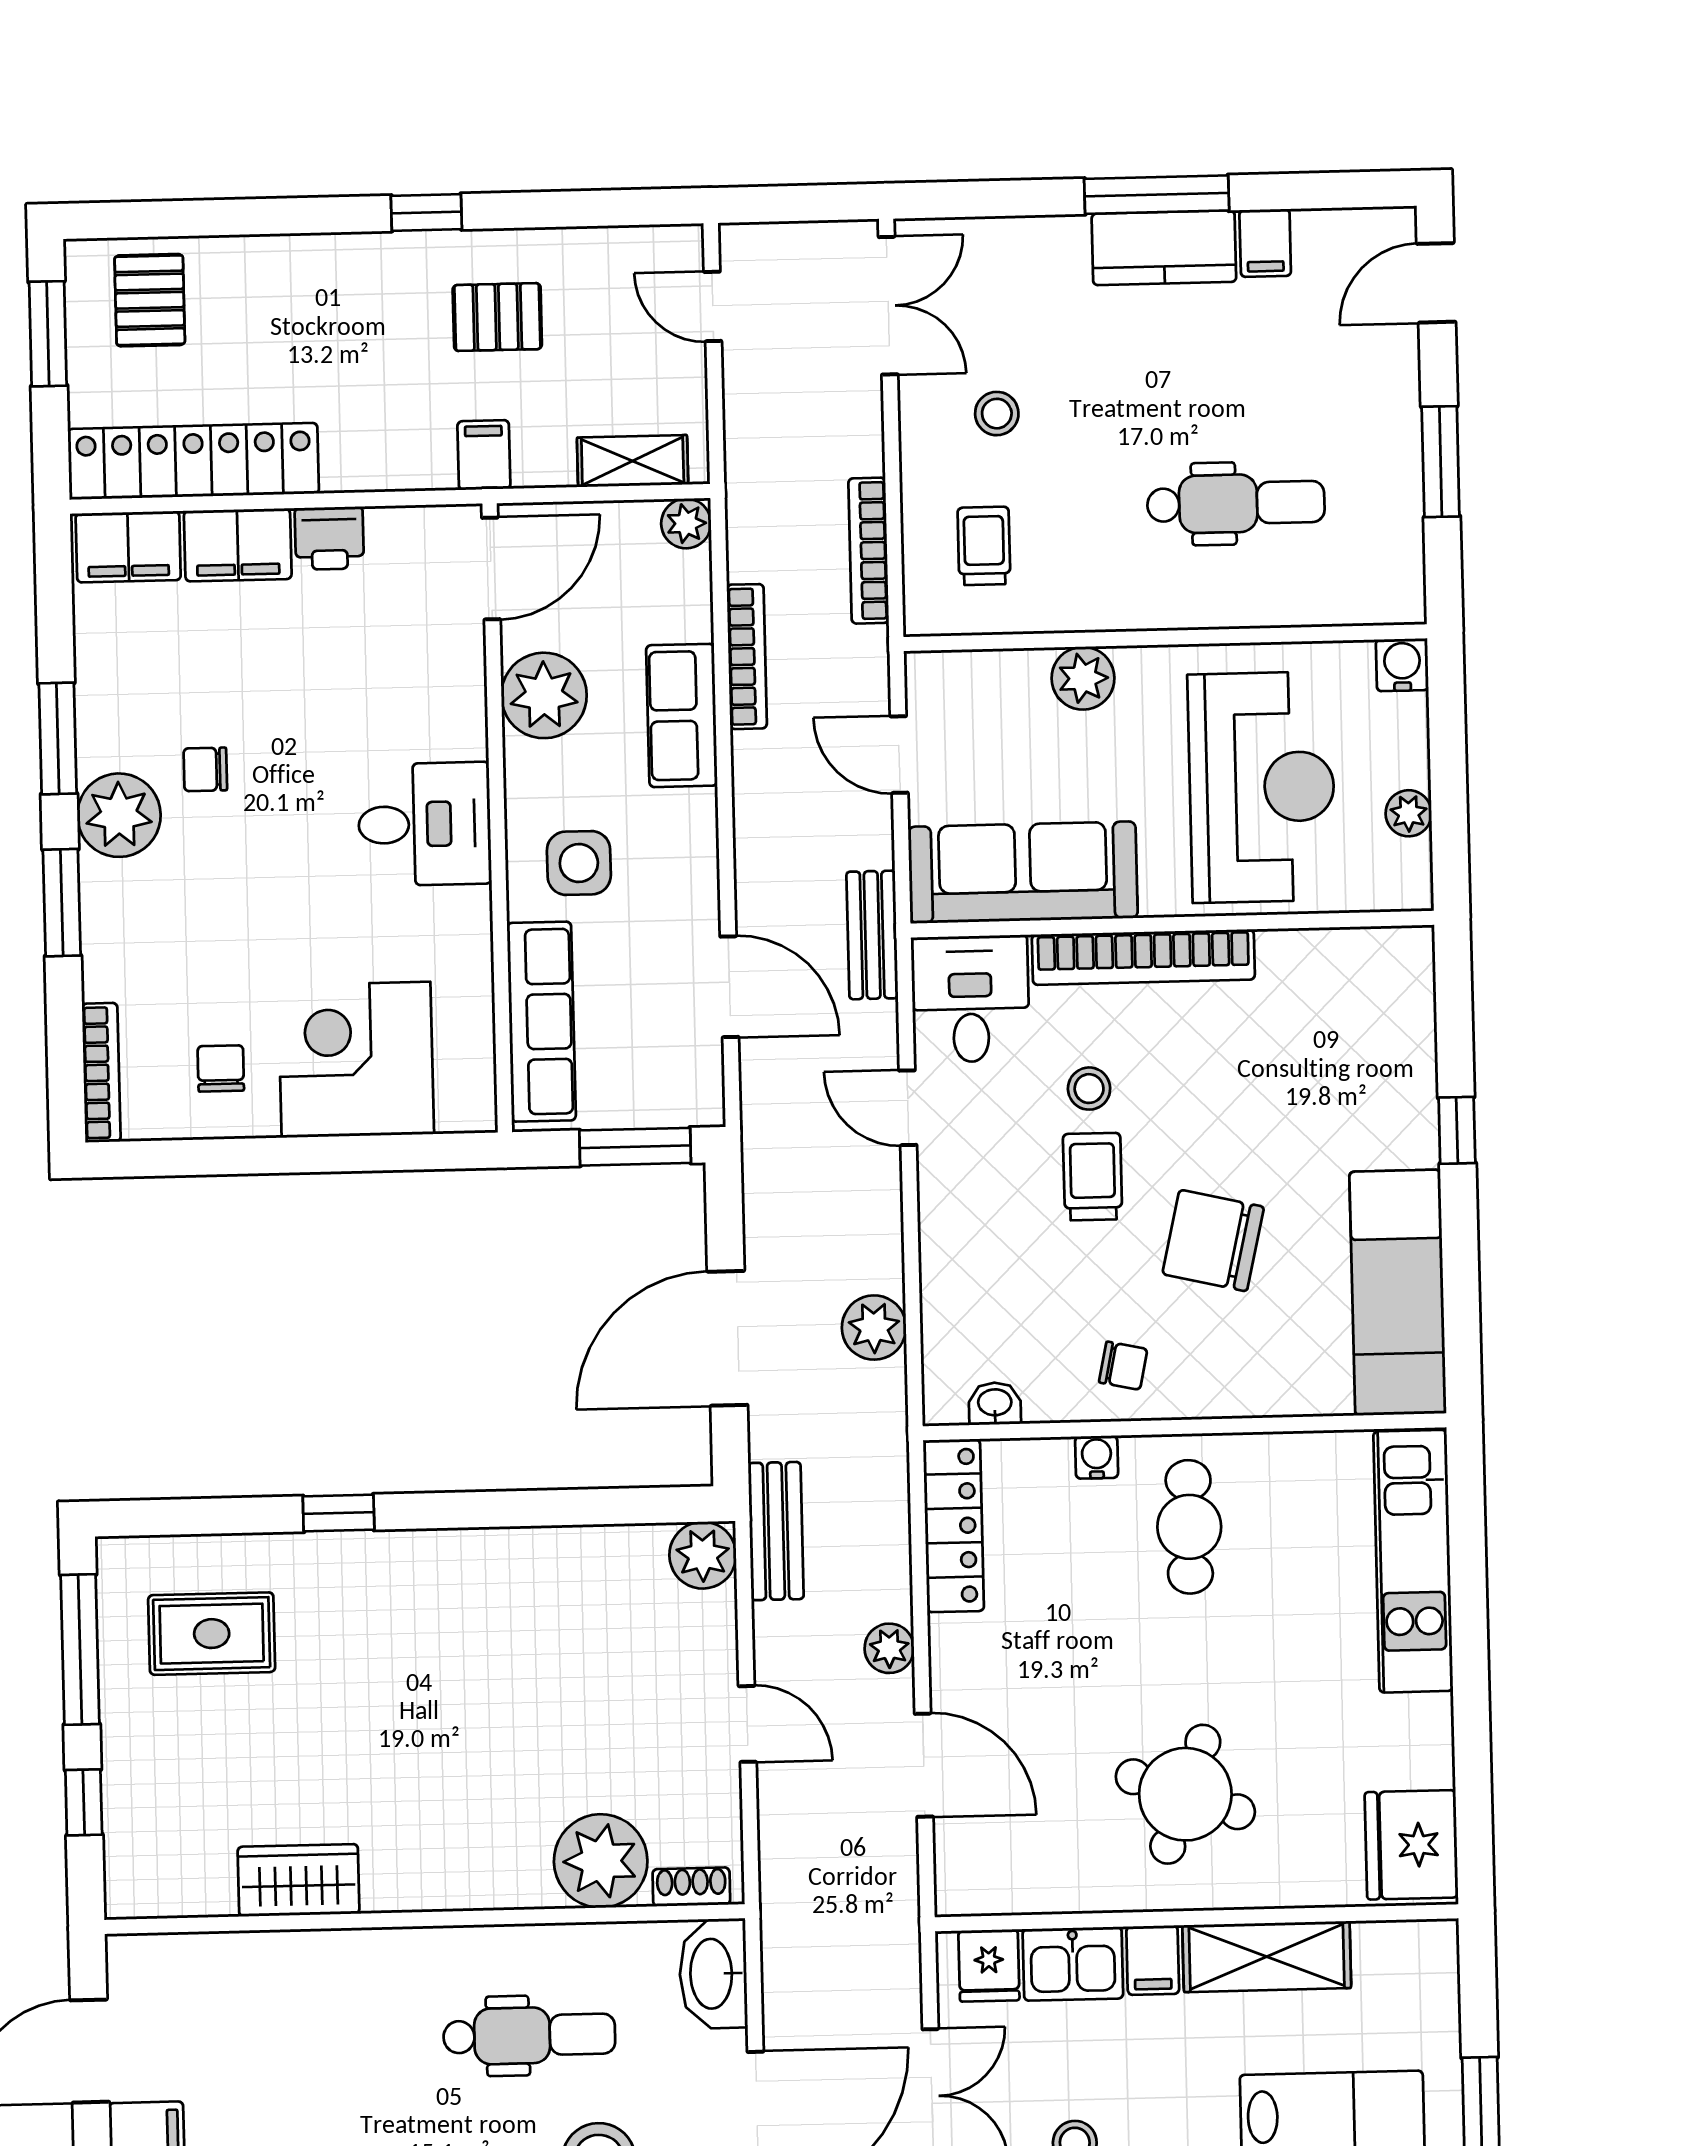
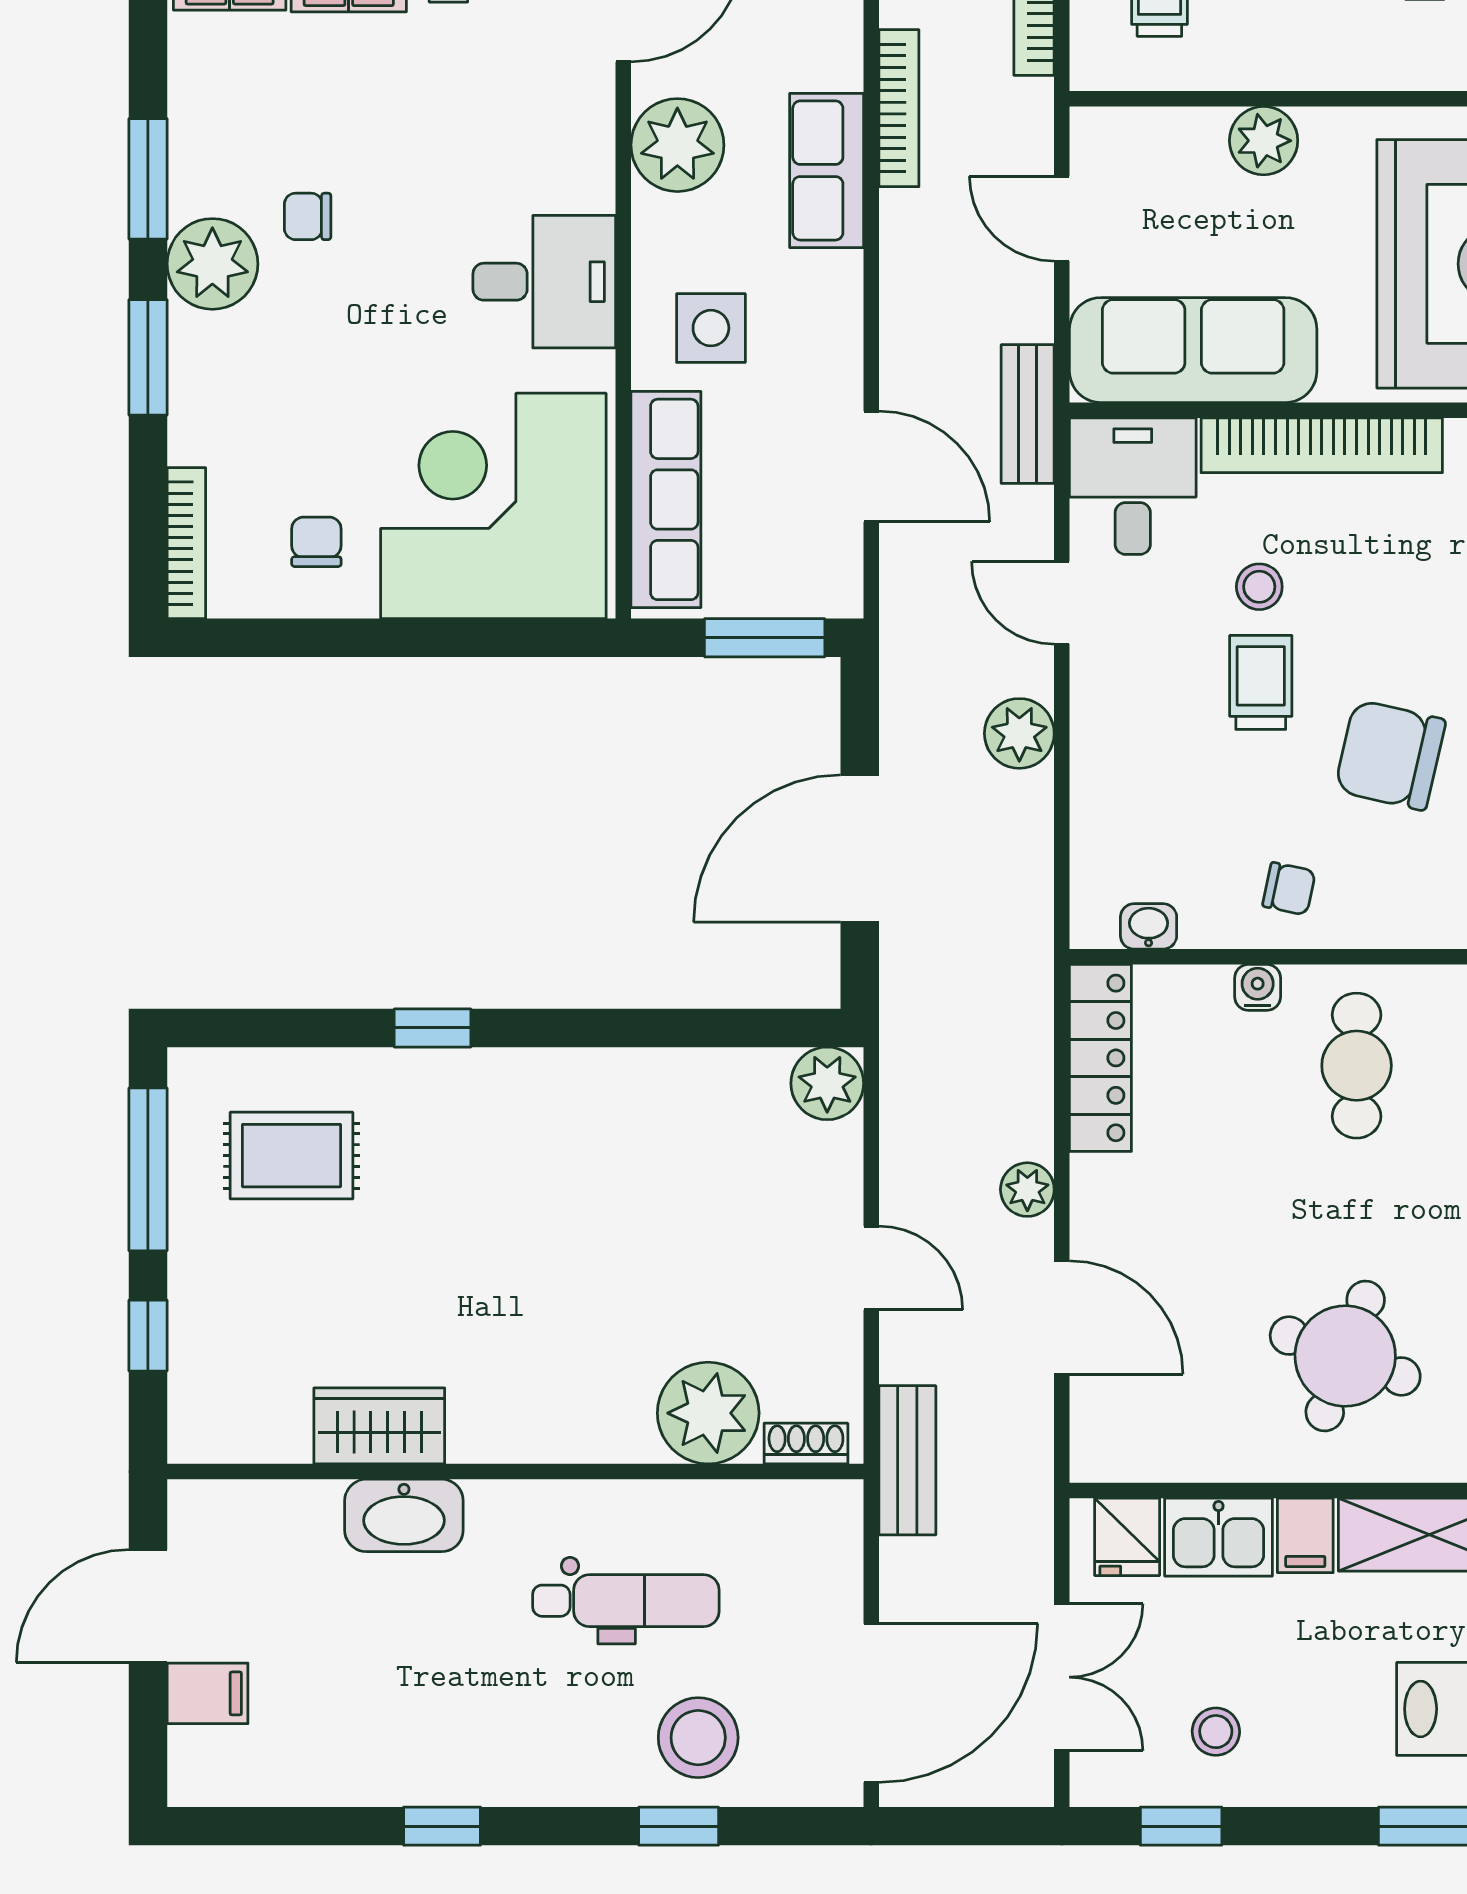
corner desk: (356, 1060) -> (493, 506), width x1.36, depth x1.36
plant: (874, 1328) -> (1019, 733), moved
bench: (776, 1531) -> (907, 1460), moved
washbasin: (713, 1974) -> (404, 1515), moved, turned -90

